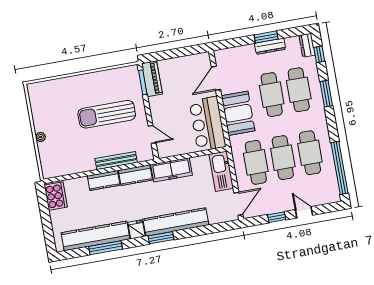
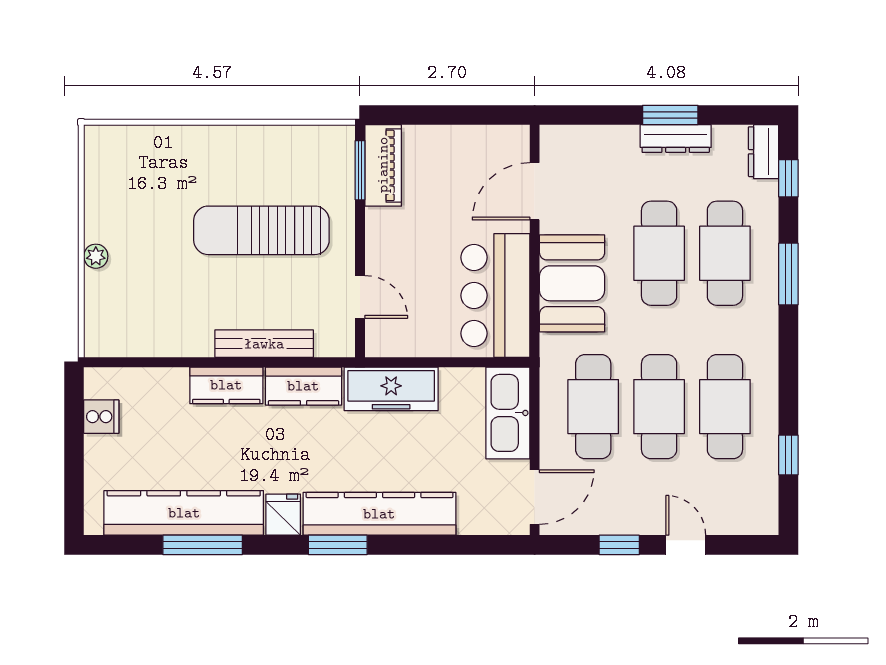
window: (339, 168) -> (788, 455), width x0.32
cooker: (56, 196) -> (101, 417), width x0.53, depth x0.76

